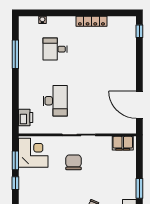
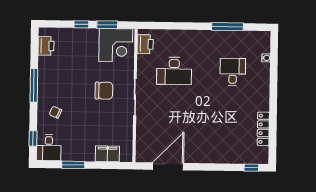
locker: (91, 21) -> (263, 129), moved
printer: (26, 117) -> (145, 44), moved, turned -90
filing cabinet: (123, 143) -> (107, 154), moved, turned 90

